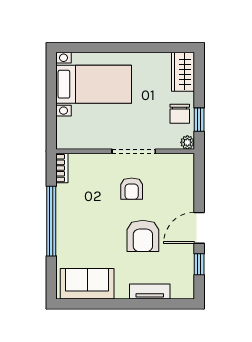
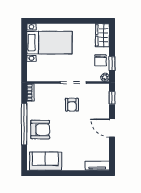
door: (199, 228) -> (112, 128), hinge flipped
armchair: (143, 236) -> (40, 130), moved, turned -90
window: (199, 264) -> (112, 98), moved
tv unit: (150, 292) -> (97, 166), moved

